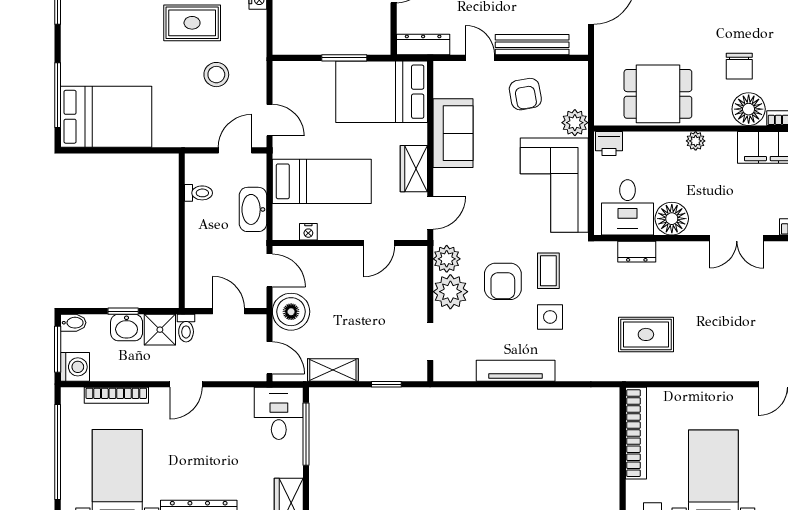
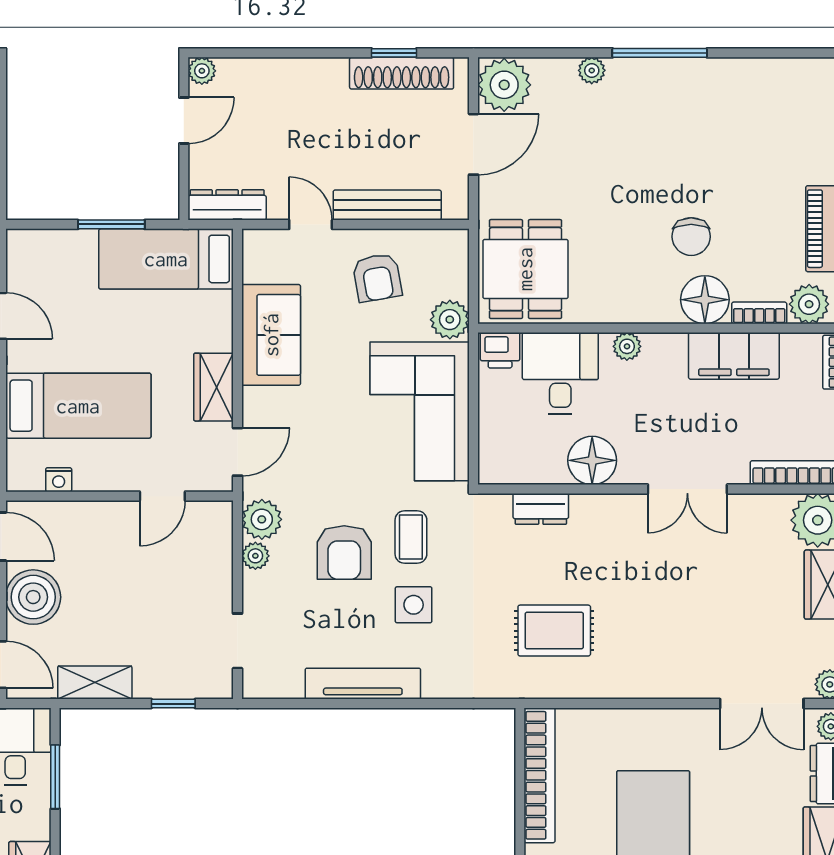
bed: (382, 92) -> (166, 259), width x0.67
dining table: (658, 94) -> (525, 269), moved, turned 90
desk: (628, 207) -> (560, 373), moved, turned 180
plant: (450, 292) -> (255, 556), width x0.53, depth x0.53
window: (306, 434) -> (55, 777), width x0.69

